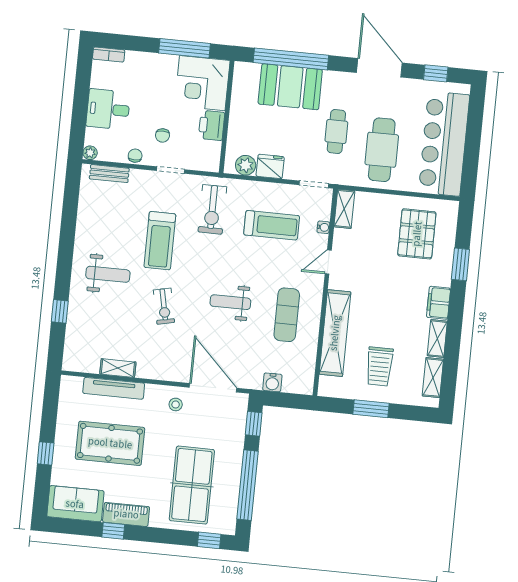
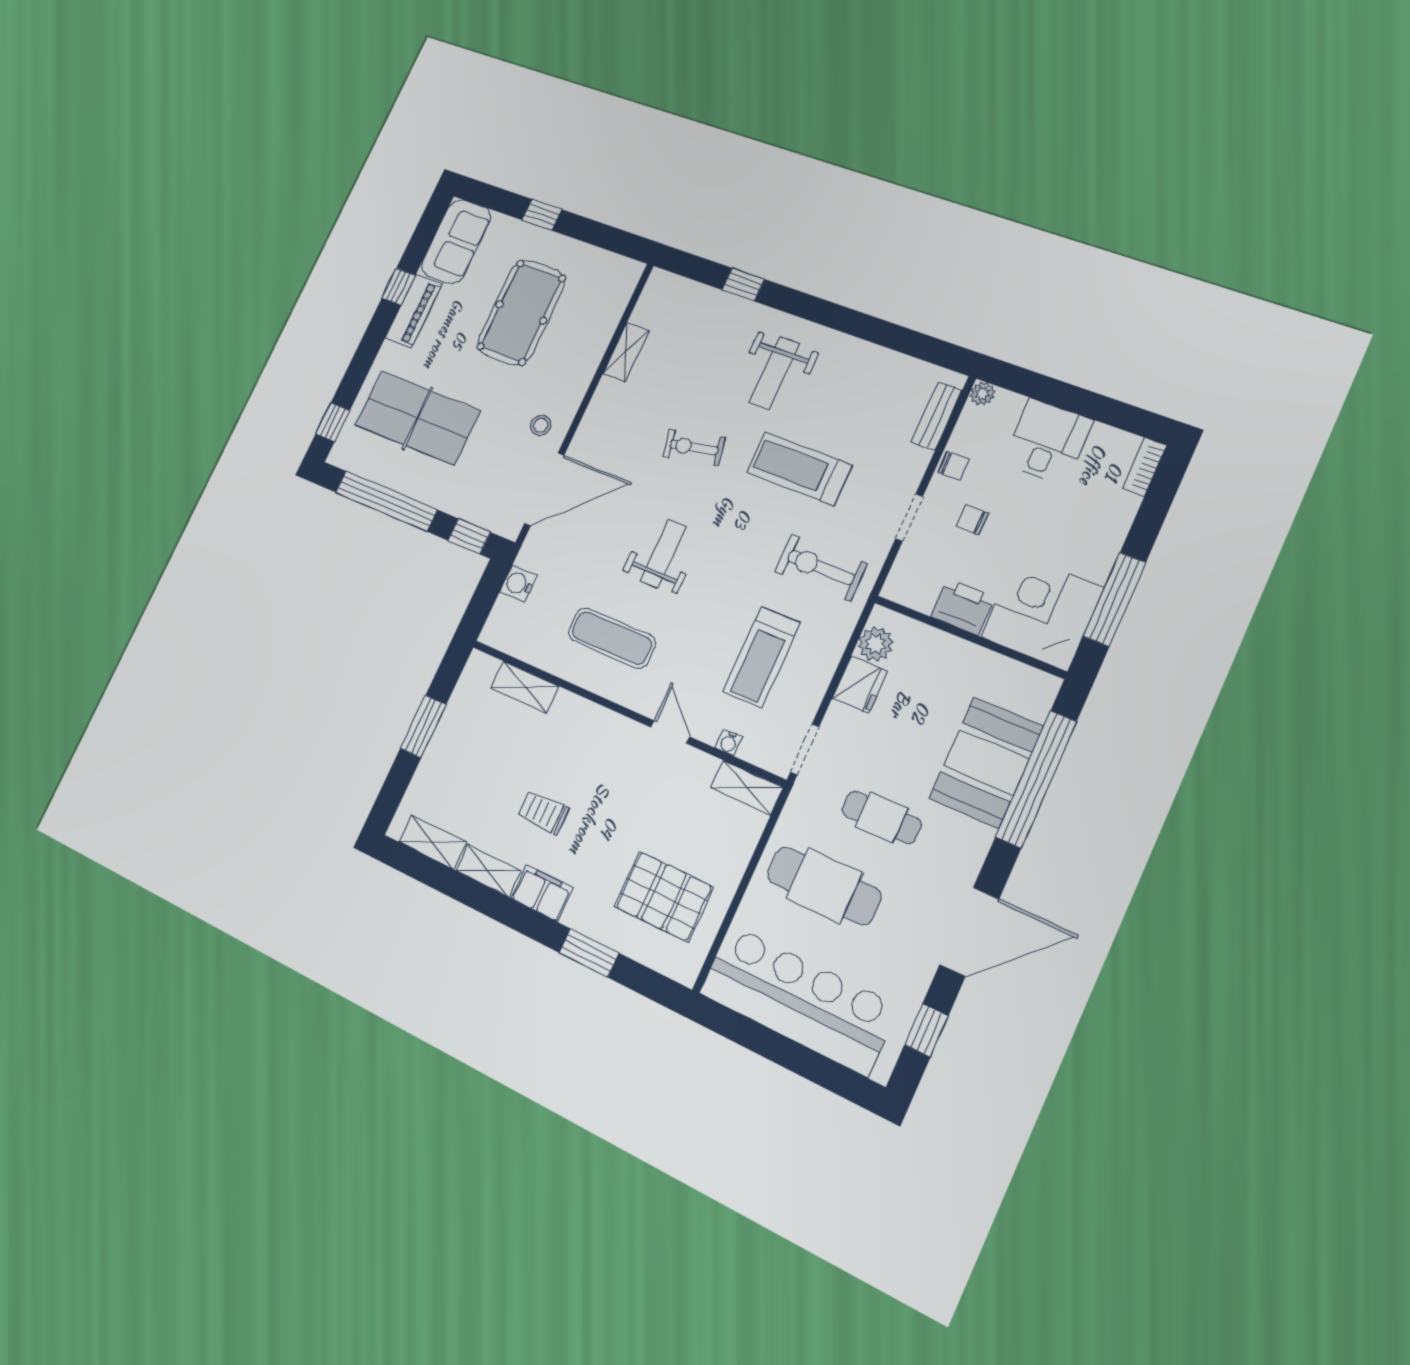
shelving: (335, 333) -> (525, 687), width x0.45, depth x0.75
trolley: (379, 366) -> (543, 812), moved, width x0.73, depth x0.72
tv unit: (114, 388) -> (598, 338), removed

